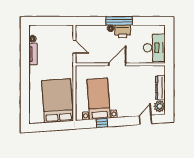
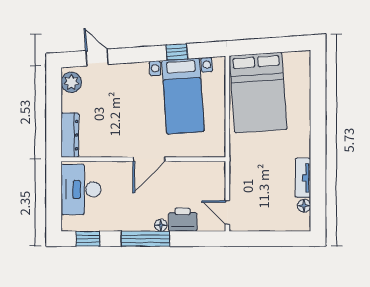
window: (151, 21) -> (88, 239), added
printer: (123, 31) -> (183, 220), moved
door: (74, 47) -> (227, 213), moved
dresser: (160, 88) -> (70, 135), moved
door: (146, 120) -> (97, 58), swing flipped

